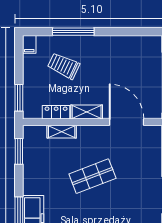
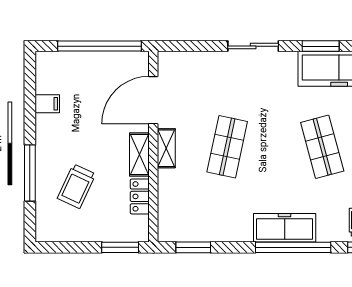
filing cabinet: (29, 44) -> (47, 104), moved
shelving: (62, 132) -> (166, 148), moved
shop shelf: (92, 176) -> (227, 147), turned 33

